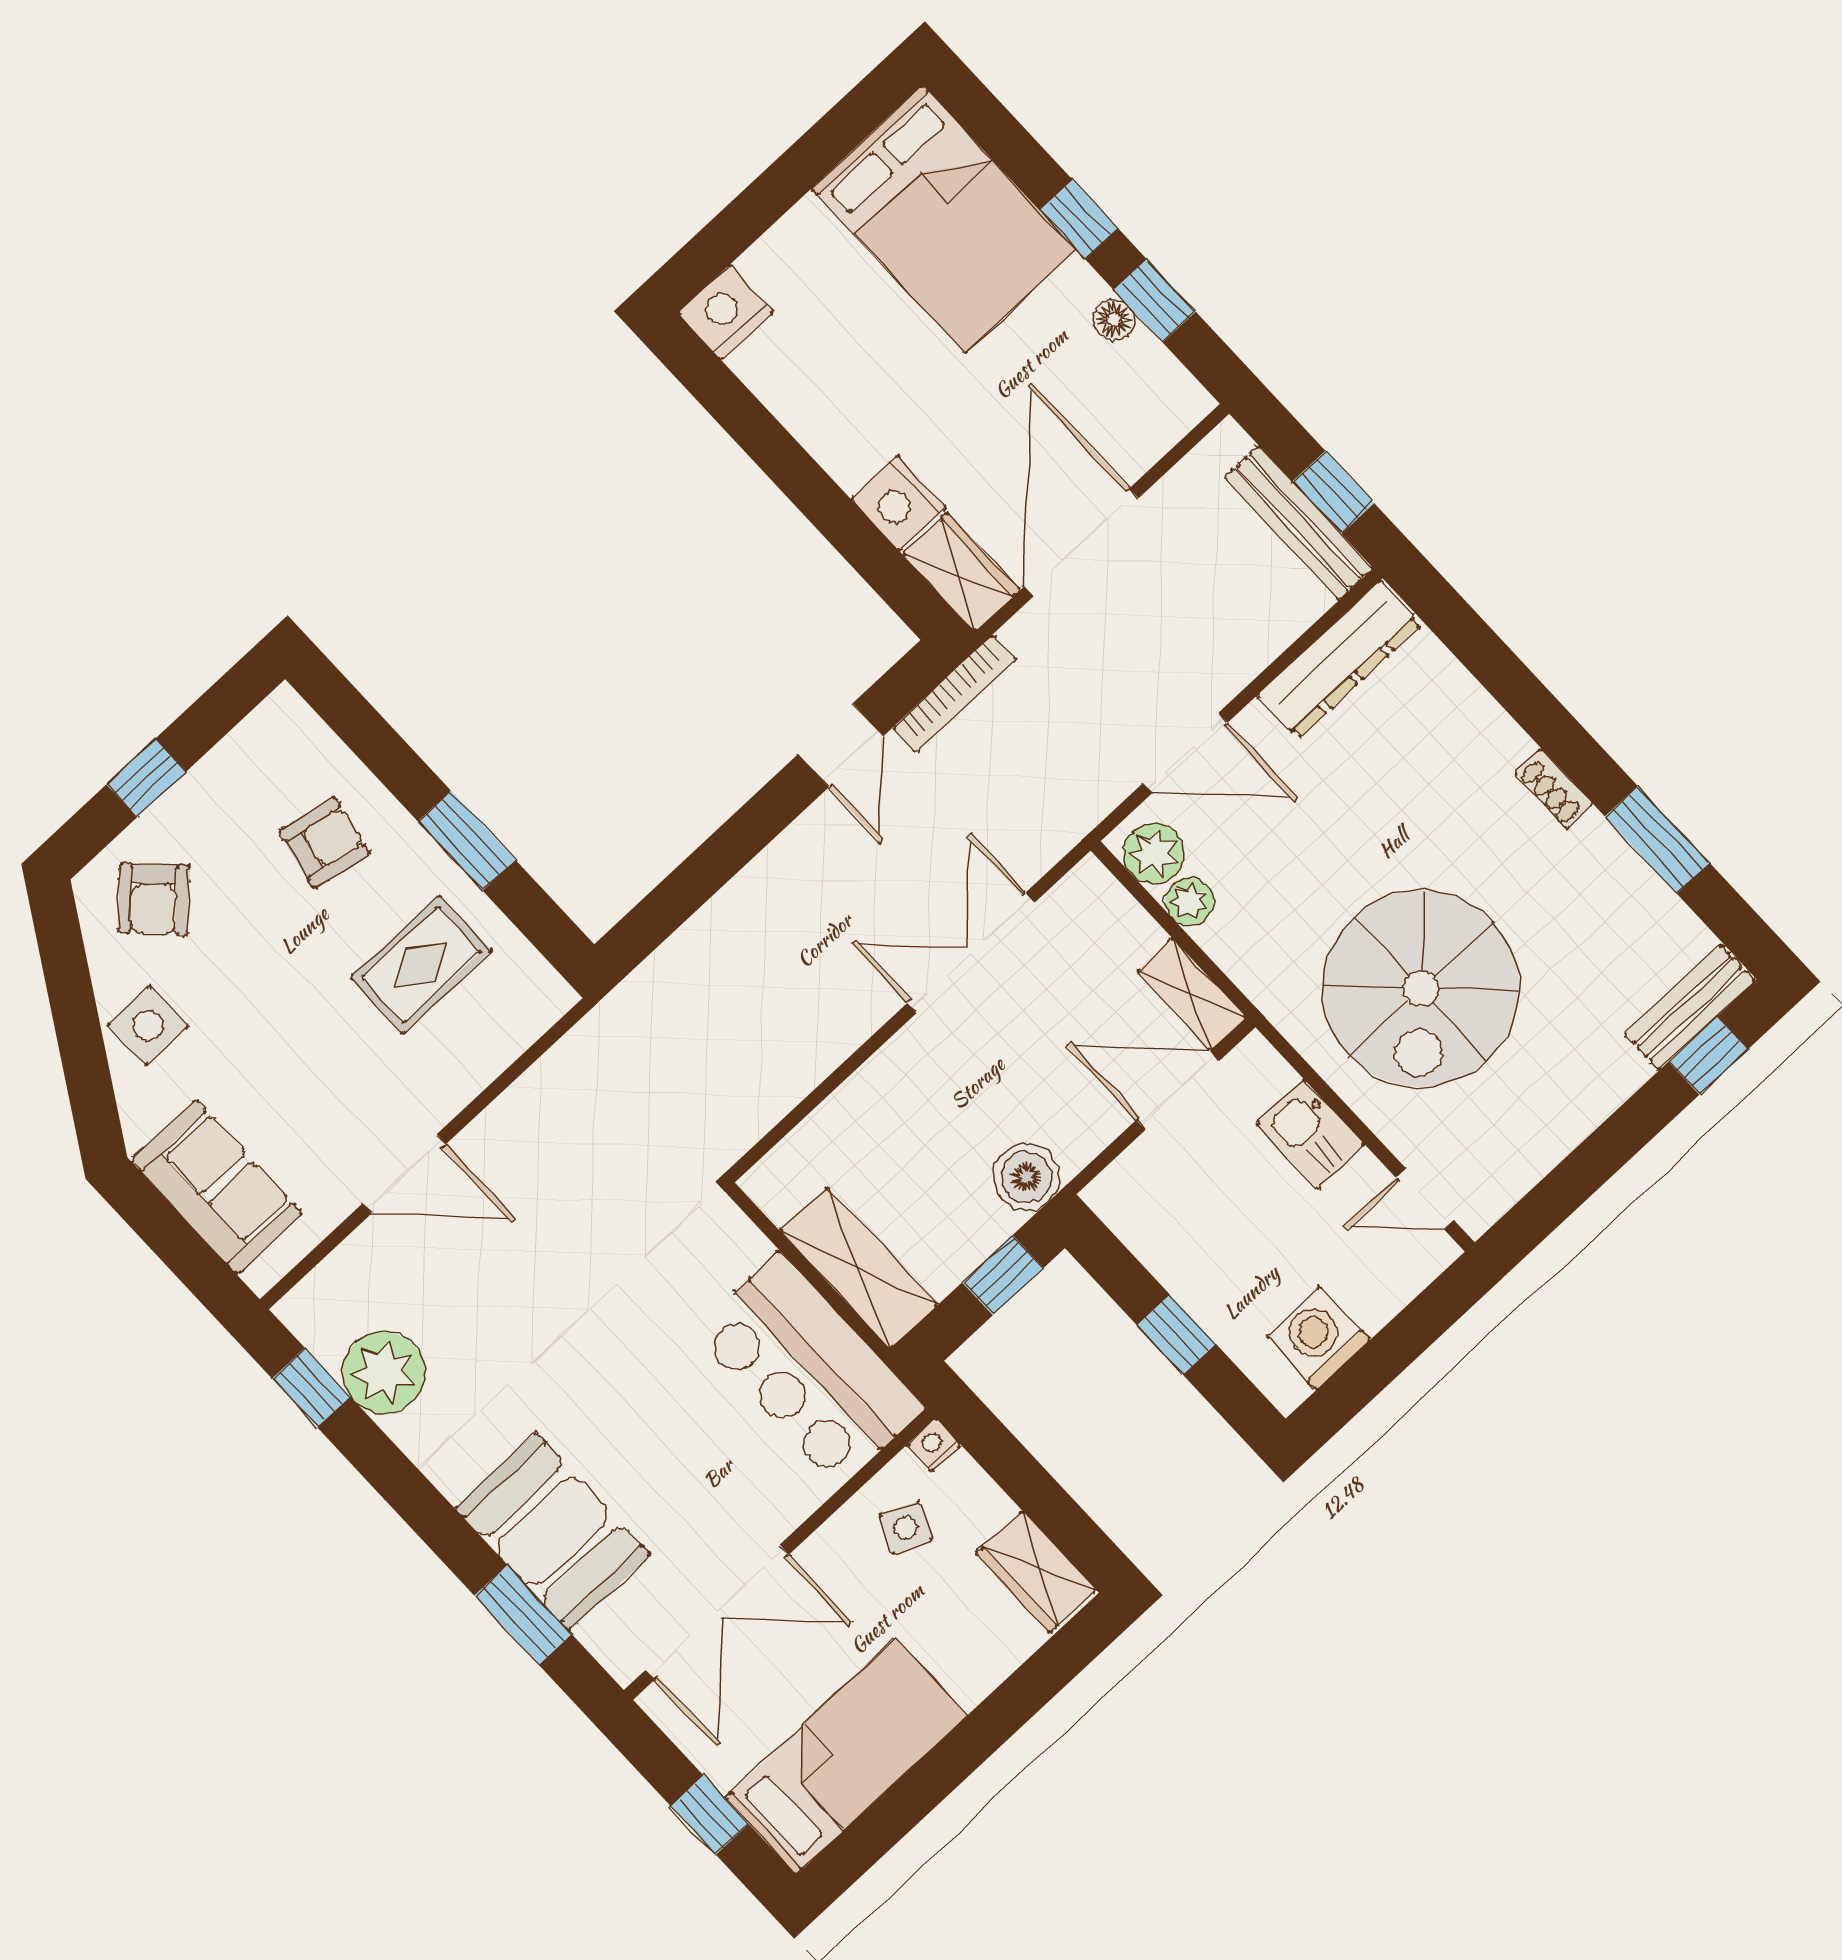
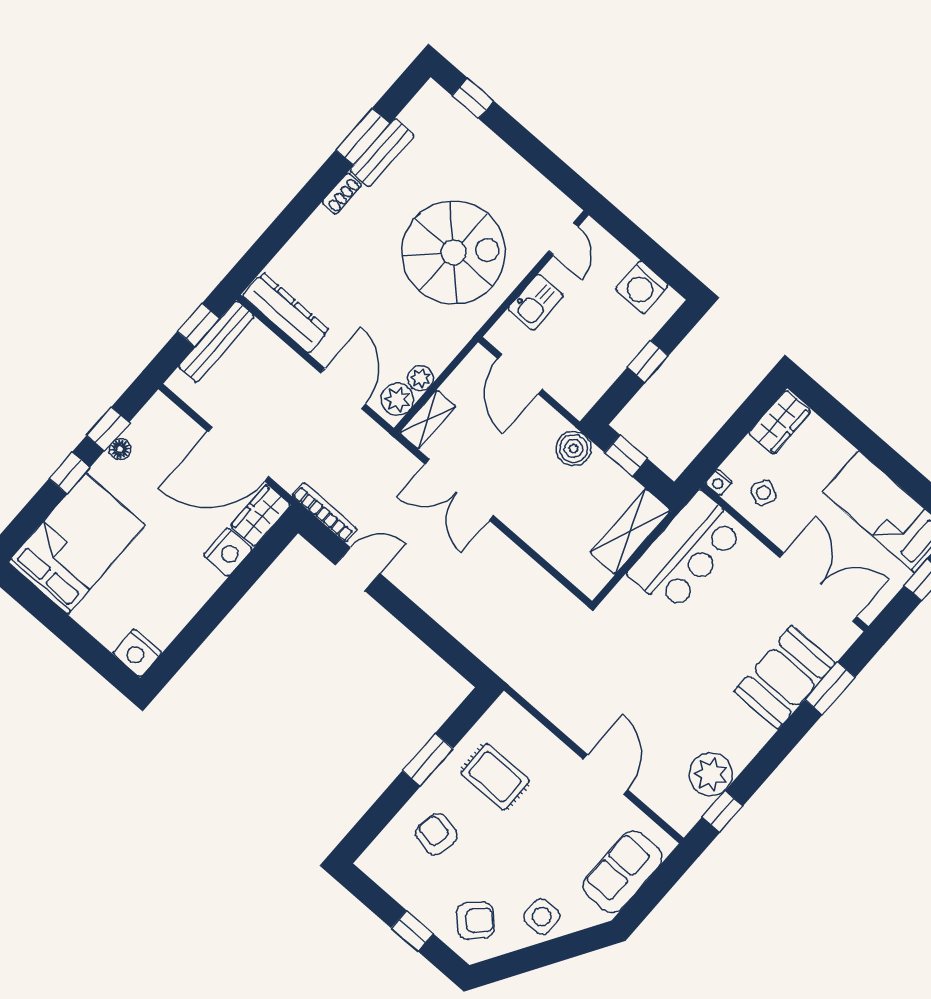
shelving: (1191, 994) -> (428, 420), moved
bench: (1690, 1007) -> (382, 153), moved, turned 90

